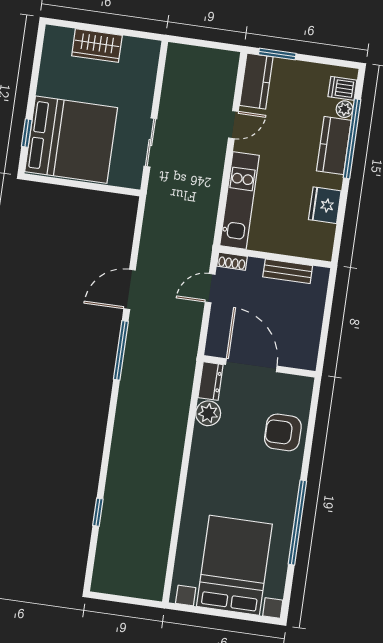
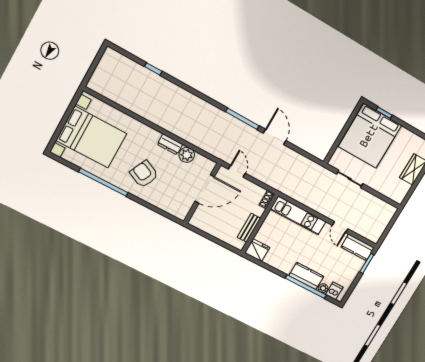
fridge: (325, 205) -> (257, 250), moved
door: (210, 288) -> (237, 171), moved
dresser: (211, 381) -> (170, 144), moved
armchair: (283, 432) -> (144, 174), moved, turned -65

